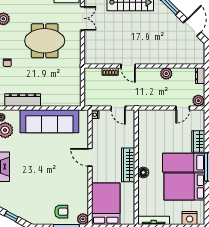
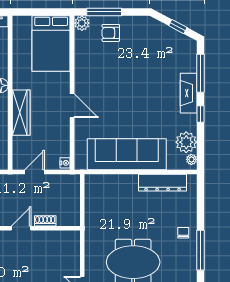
door: (128, 66) -> (21, 228), hinge flipped
door: (118, 108) -> (34, 172), hinge flipped
wardrobe: (128, 165) -> (21, 113), moved

